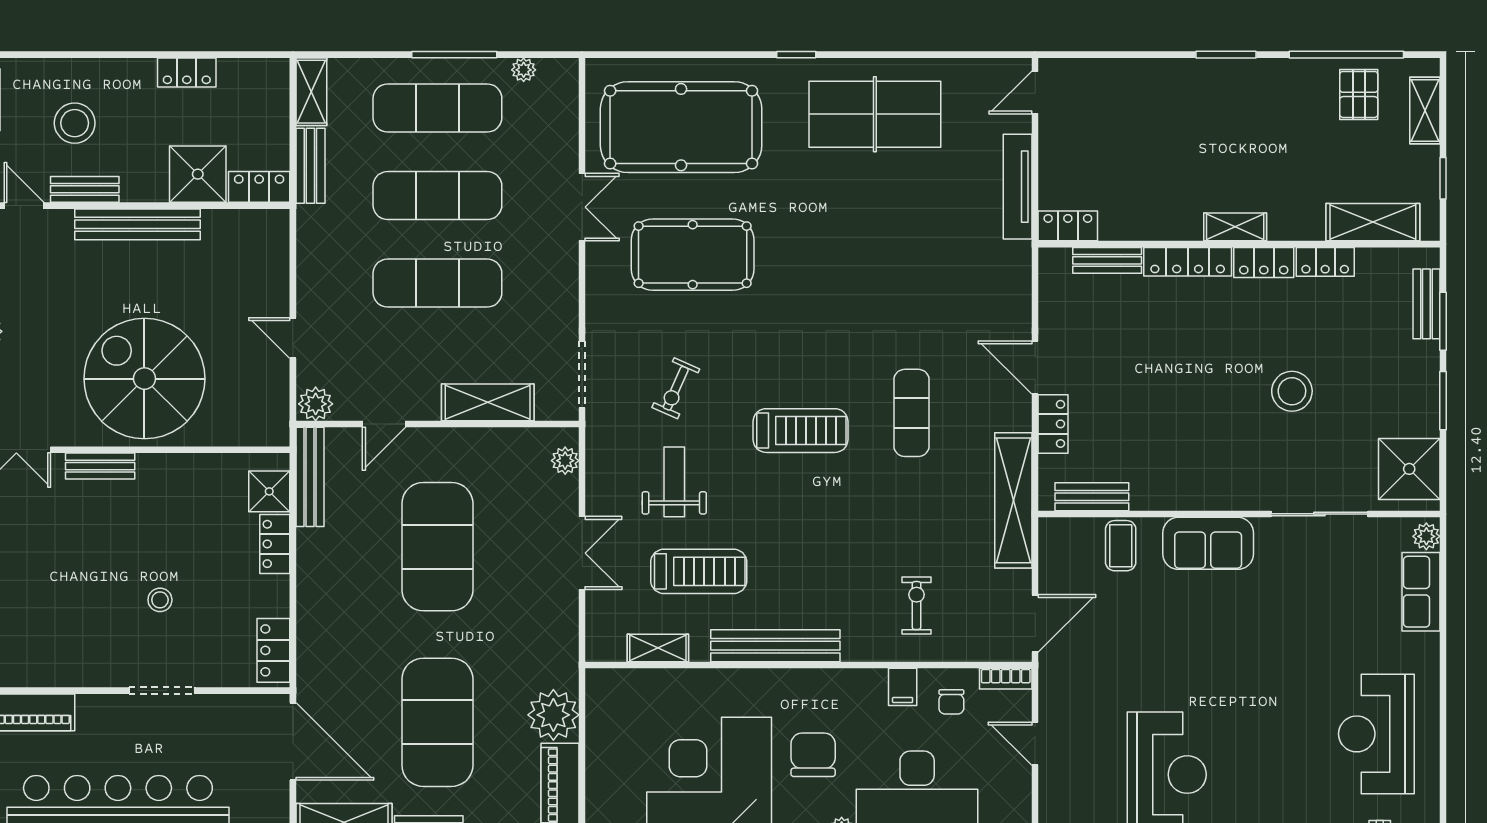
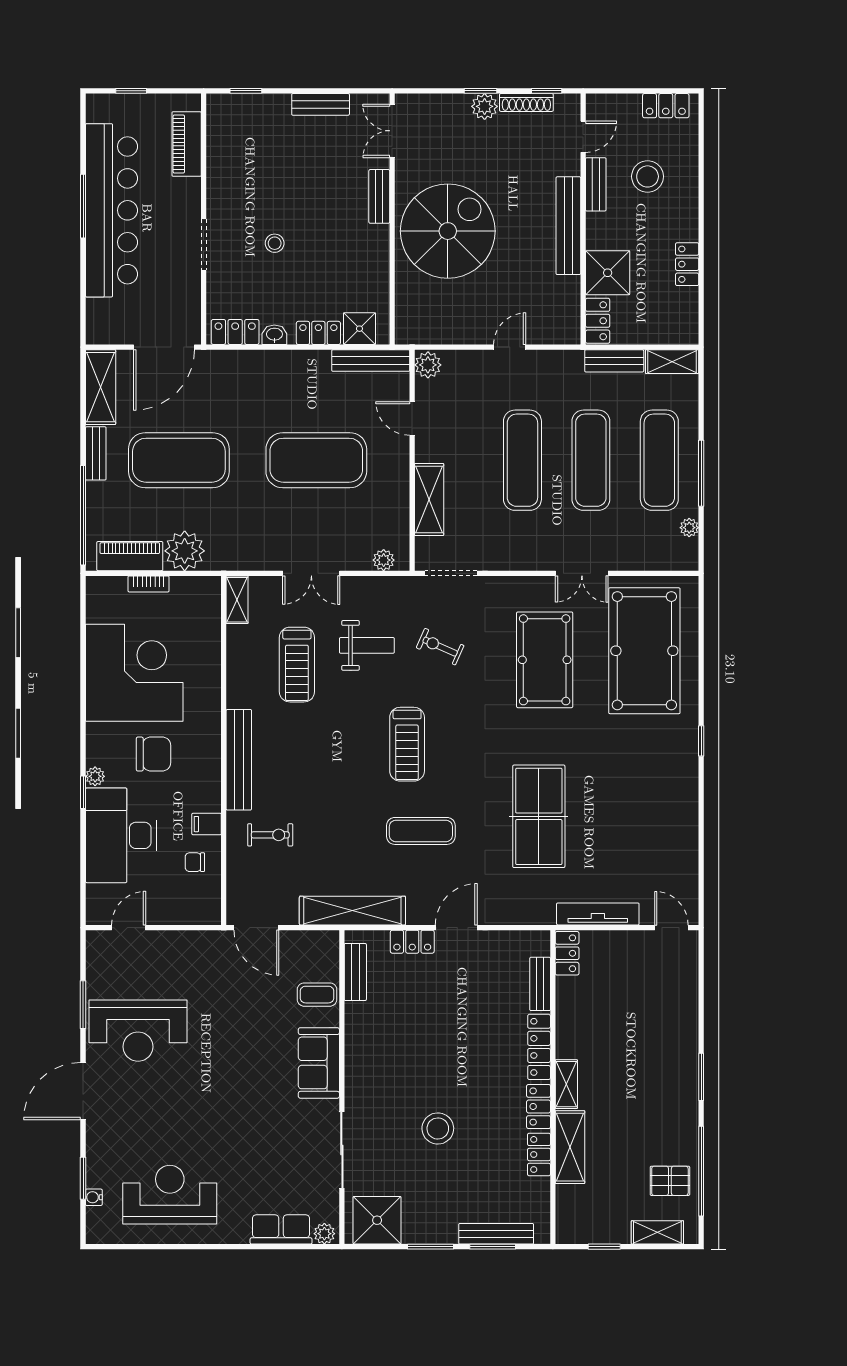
table tennis table: (875, 114) -> (539, 816), moved
shelving: (1373, 222) -> (570, 1147), moved
bench: (1426, 304) -> (496, 1234), width x1.36
door: (293, 338) -> (510, 347), moved
washbasin: (277, 600) -> (274, 335), added
bench: (775, 646) -> (239, 760), moved
shelving: (658, 648) -> (237, 600), moved
bookcase: (1006, 679) -> (149, 584), moved, turned -90
door: (1035, 744) -> (129, 928), moved

